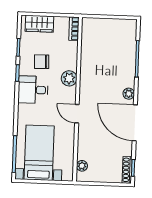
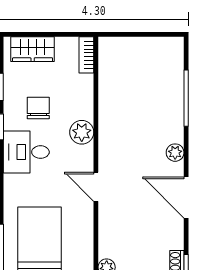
chair: (42, 62) -> (38, 108), turned 92
door: (135, 123) -> (186, 198), width x0.73

